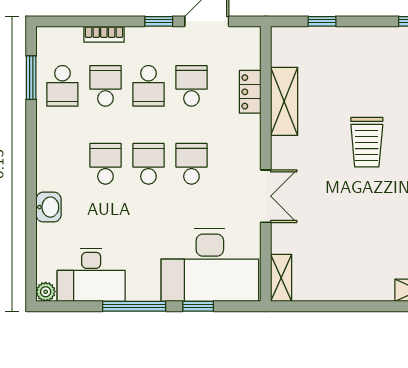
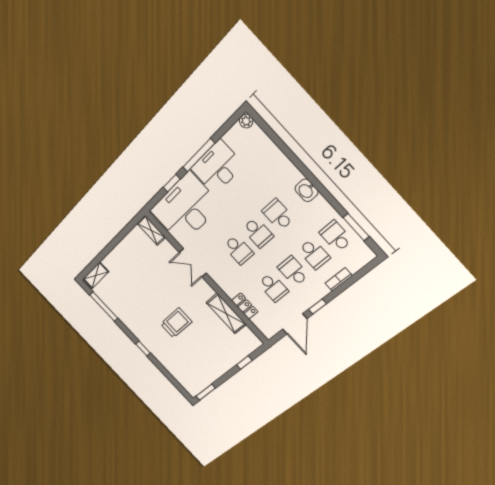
trolley: (367, 142) -> (176, 323), turned 90
school desk: (105, 164) -> (278, 215), turned 180
washbasin: (49, 207) -> (307, 190), moved
desk: (91, 275) -> (217, 167), moved

